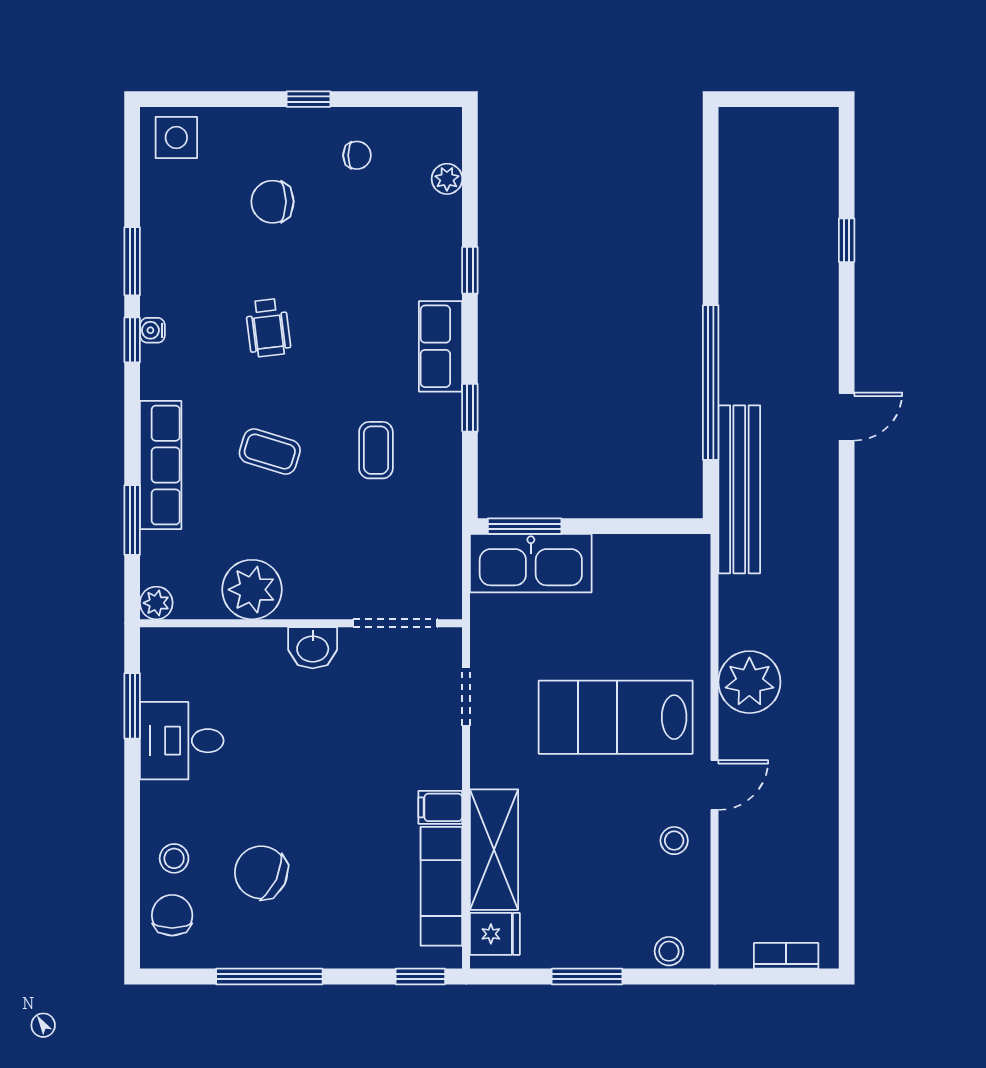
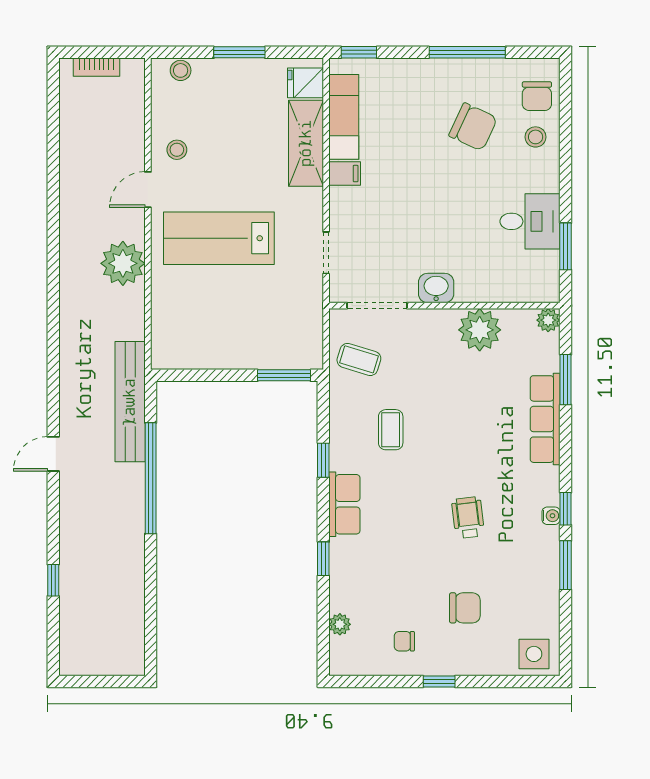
coffee table: (270, 452) -> (359, 359), moved
kitchen sink: (531, 563) -> (280, 349), removed
lab bench: (616, 717) -> (219, 238), turned 180

